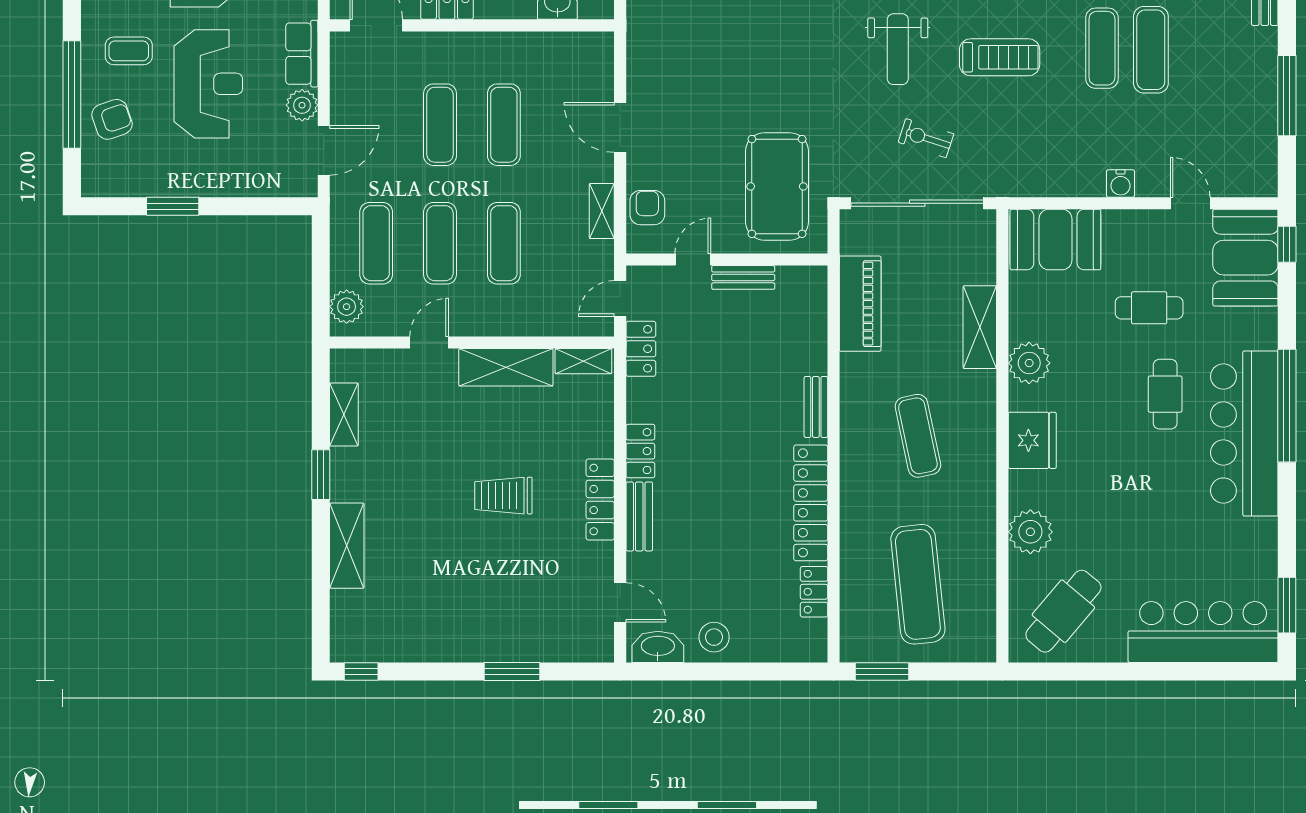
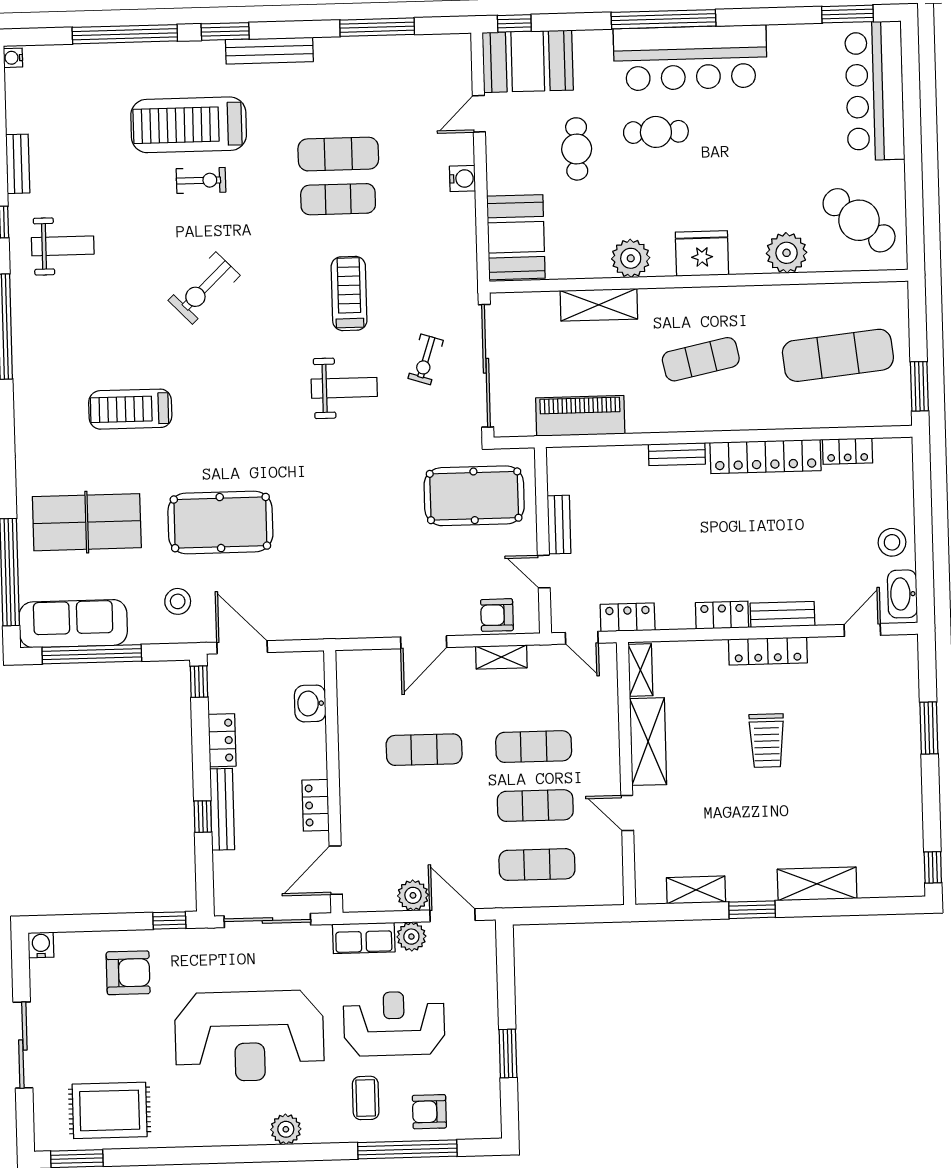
armchair: (112, 119) -> (429, 1112), turned -71
exercise mat: (440, 125) -> (426, 809), removed
plant: (347, 307) -> (413, 895), moved

